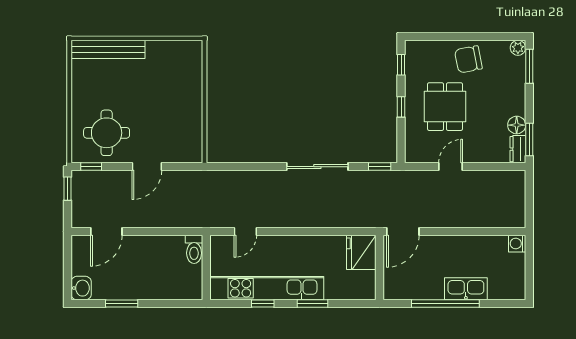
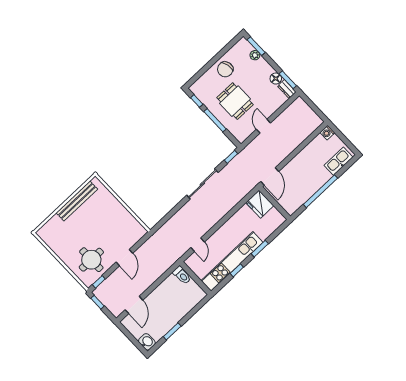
plant: (518, 48) -> (255, 55), moved
bench: (108, 49) -> (77, 201), moved
window: (401, 107) -> (215, 120), width x2.17
kitchen sink: (466, 289) -> (339, 161), moved

